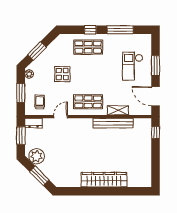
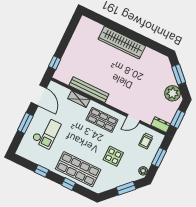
window: (120, 30) -> (42, 171), width x0.46
shop shelf: (88, 47) -> (78, 169), width x1.43, depth x1.36

